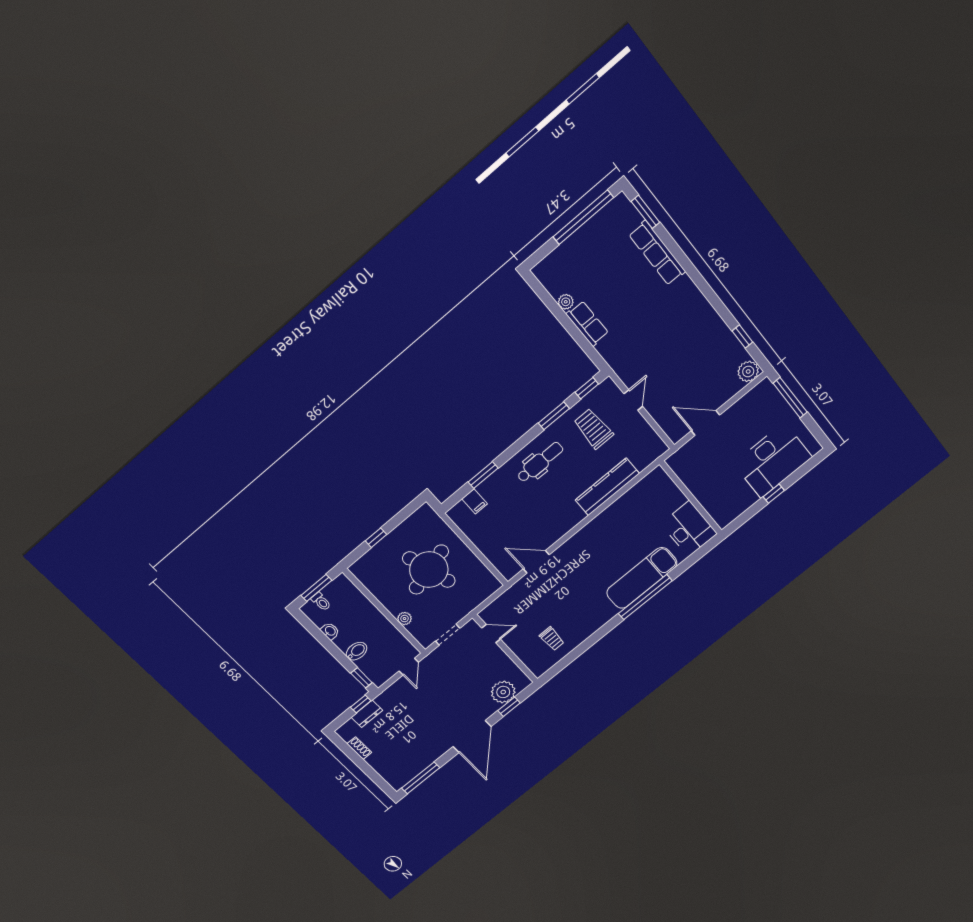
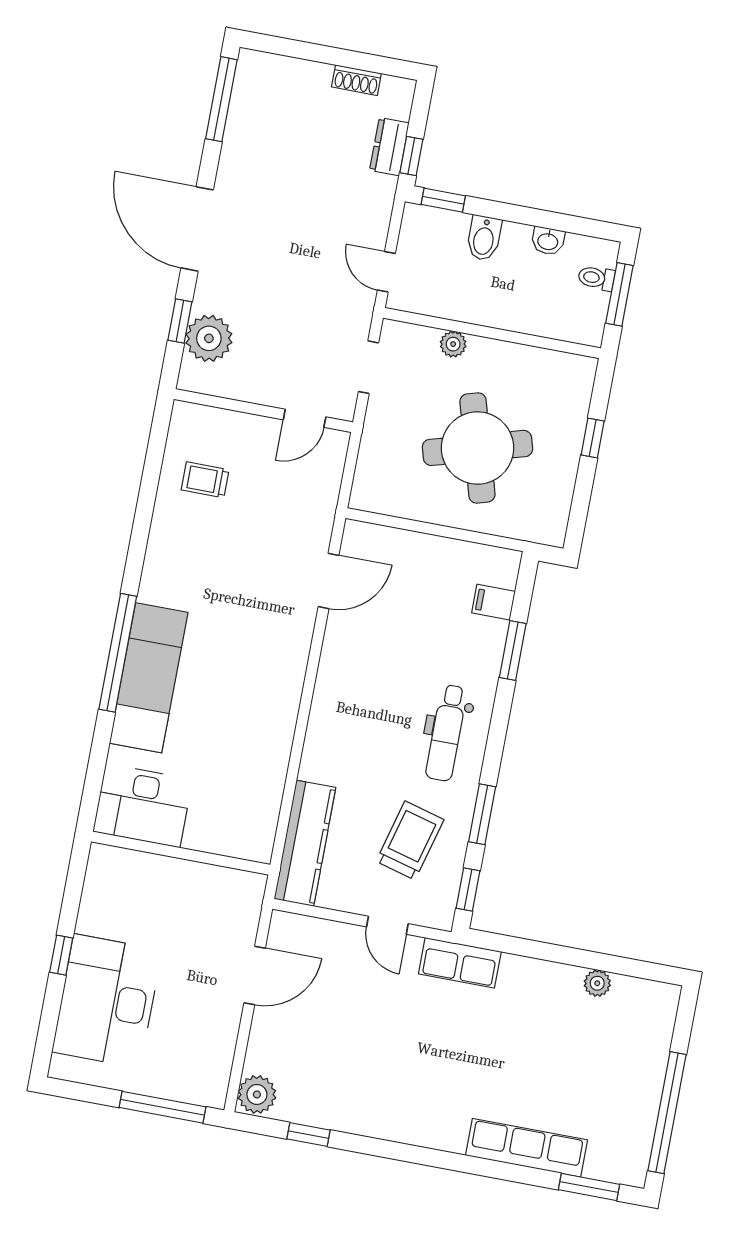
row of seats: (587, 324) -> (460, 963), moved
trolley: (593, 429) -> (410, 840), turned -75
kitchen counter: (607, 487) -> (305, 843), moved

